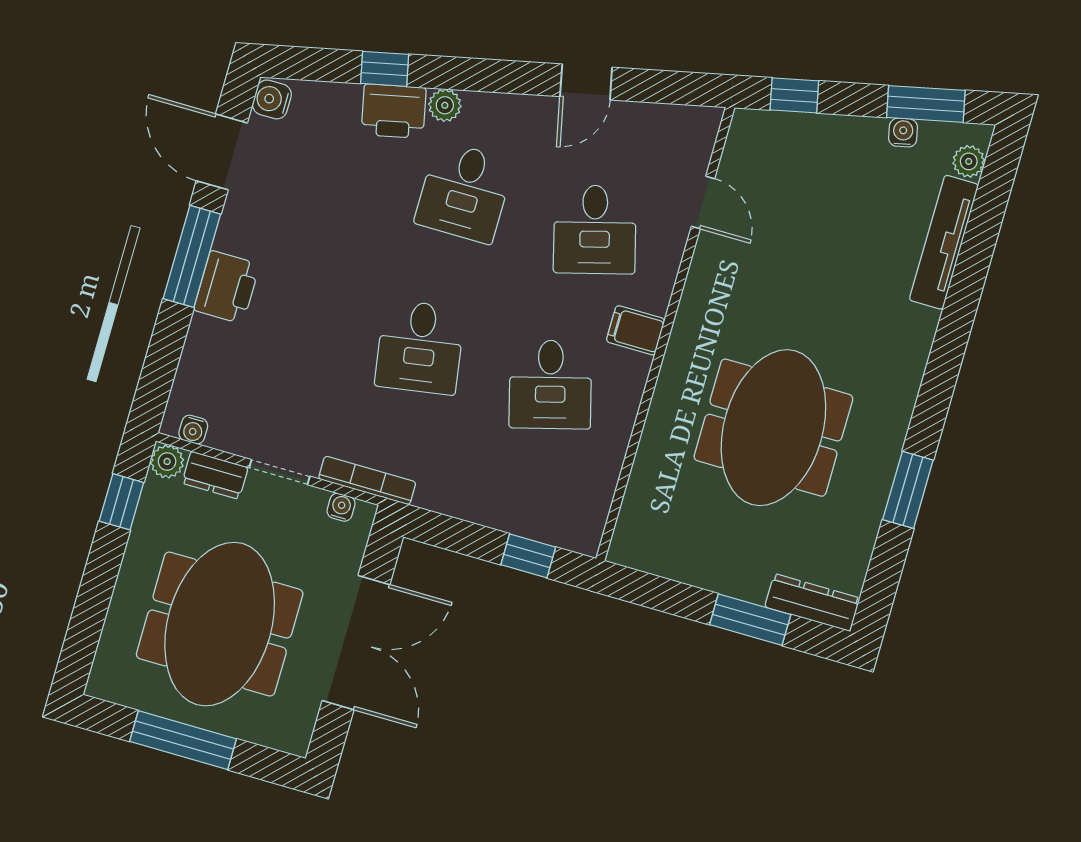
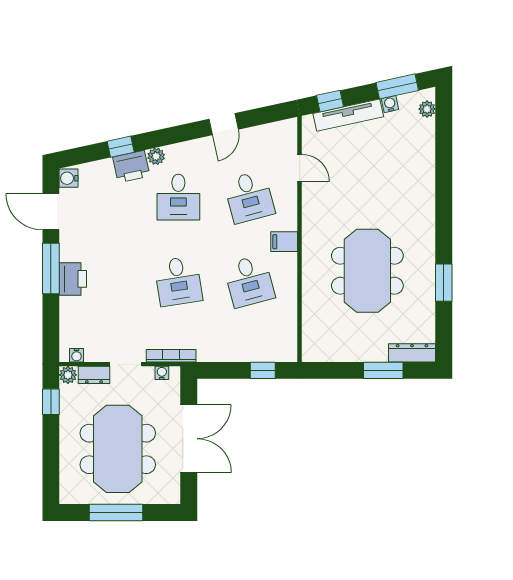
tv unit: (944, 242) -> (348, 115), moved, turned -102

